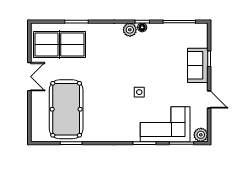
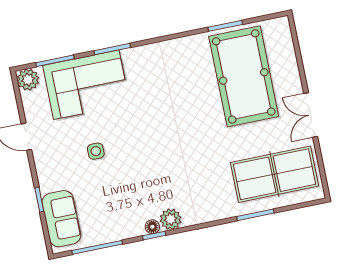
sofa: (198, 65) -> (61, 219), moved
side table: (139, 92) -> (96, 151), moved

